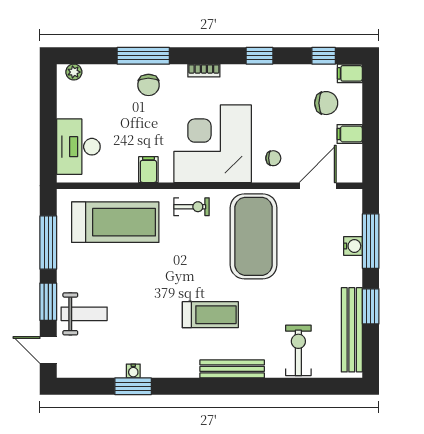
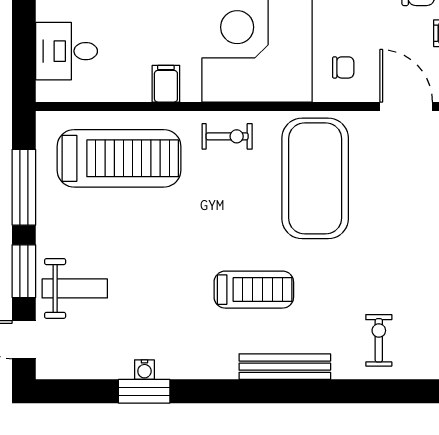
desk: (78, 147) -> (67, 51), width x0.73
door: (318, 186) -> (406, 106), hinge flipped
exercise bike: (298, 350) -> (379, 340), width x0.73, depth x0.72

